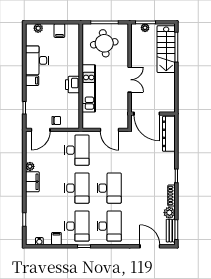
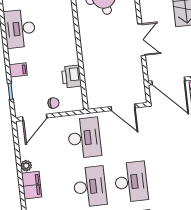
filing cabinet: (32, 81) -> (18, 70), moved
printer: (73, 85) -> (71, 77), moved
kitchen unit: (89, 88) -> (90, 57), removed

